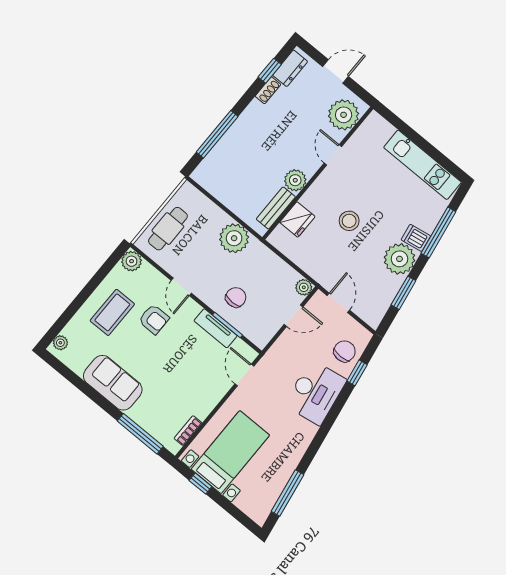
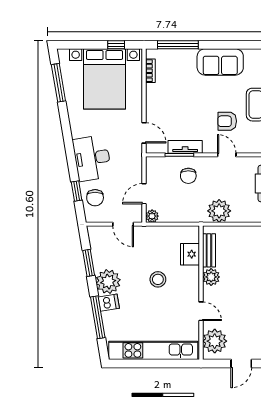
kitchen unit: (422, 165) -> (153, 350), width x1.36
bed with nightstands: (230, 452) -> (105, 79), width x1.36

